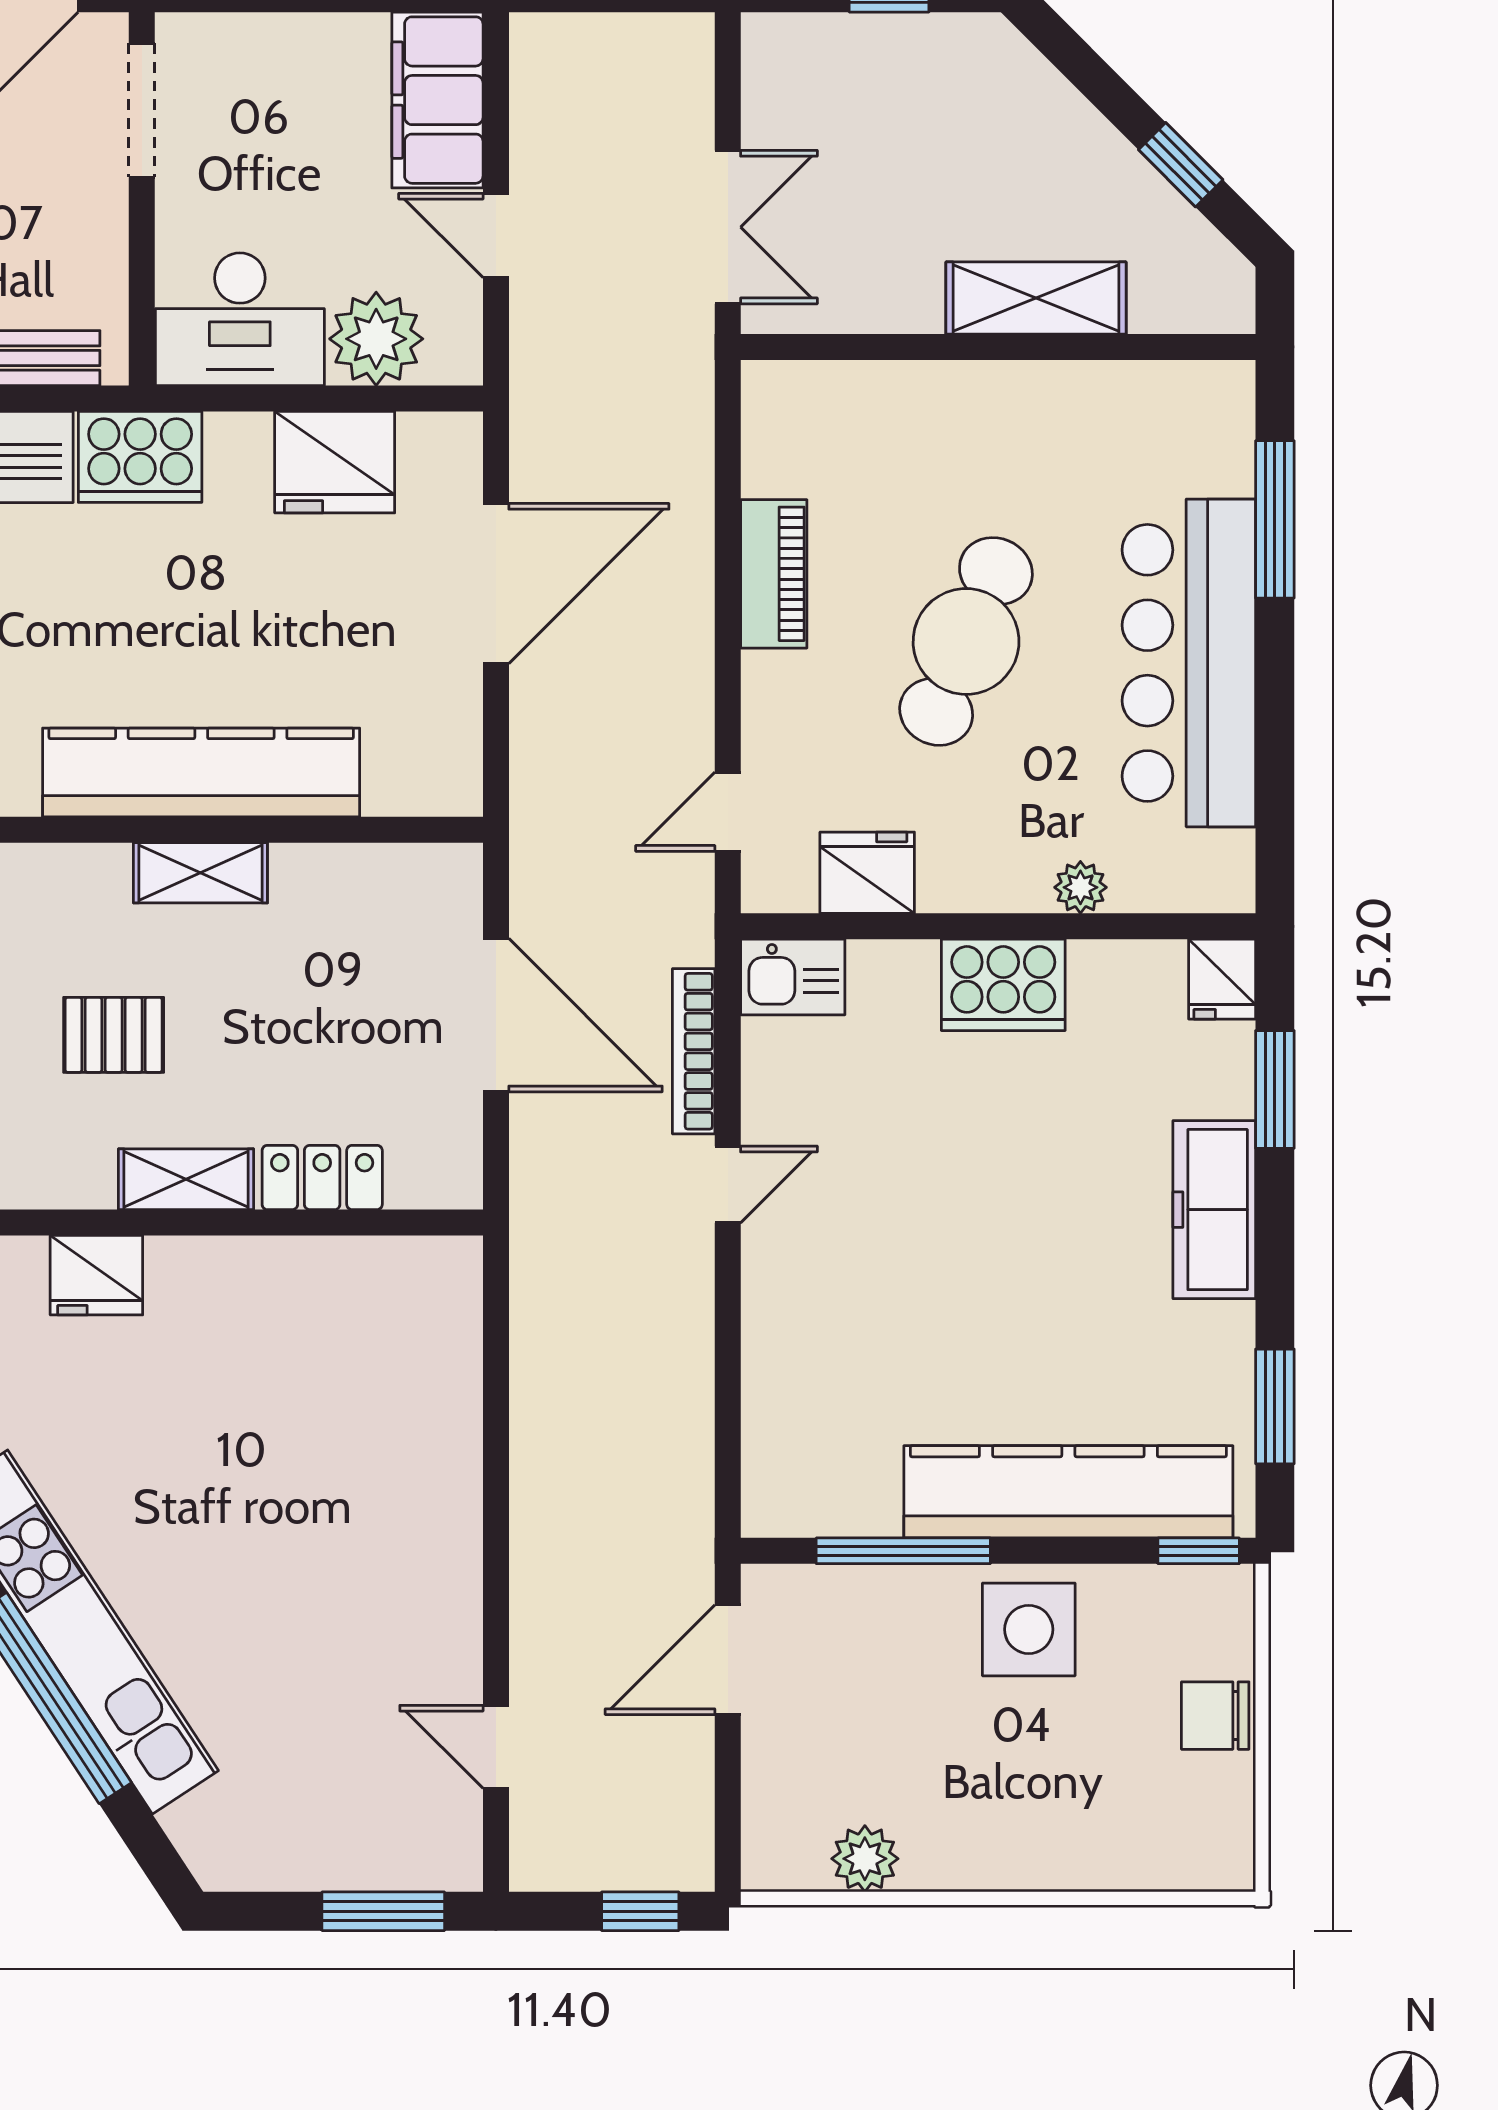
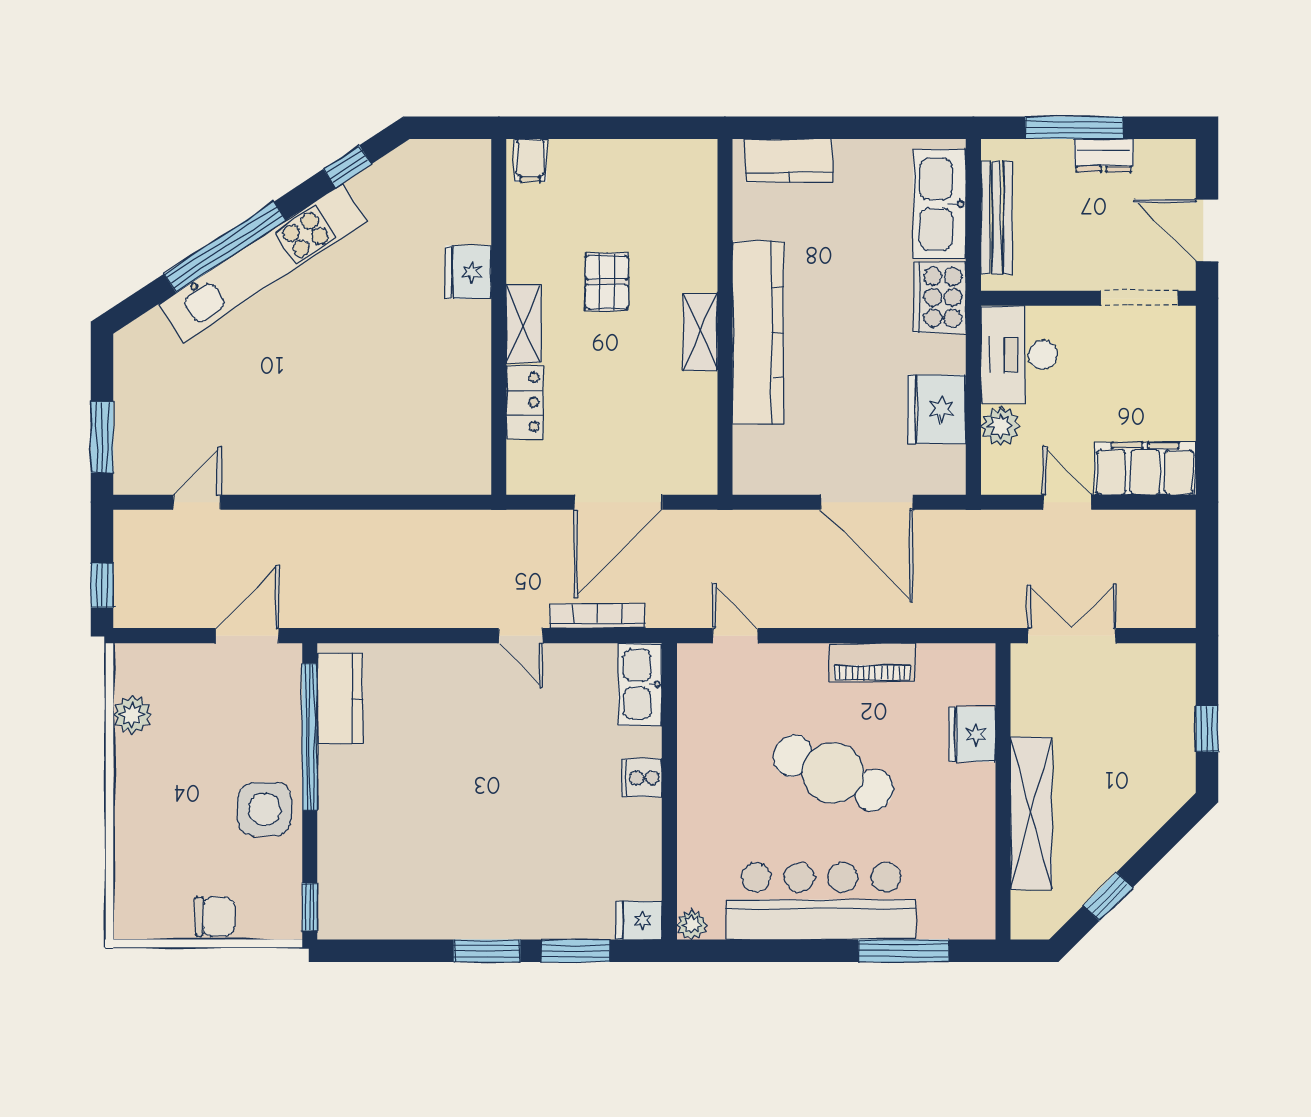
double door: (728, 227) -> (1072, 636), swing flipped
door: (496, 235) -> (1067, 502), hinge flipped
shelving: (1036, 298) -> (1031, 813), width x1.47
plant: (376, 339) -> (1001, 426), width x0.73, depth x0.73
fridge: (867, 873) -> (972, 734), moved, turned 180
plant: (1080, 887) -> (692, 925), moved
kitchen sink: (793, 977) -> (640, 684), width x1.38
cooker: (1003, 985) -> (642, 778), width x0.53, depth x0.76
freezer: (1214, 1210) -> (506, 916), removed
window: (1275, 1406) -> (487, 951), moved
kitchen counter: (1068, 1492) -> (340, 698), moved, width x0.48, depth x0.86
window: (903, 1551) -> (310, 737), width x1.46
door: (728, 1660) -> (247, 636), hinge flipped
chair: (1215, 1716) -> (215, 916), turned 90

